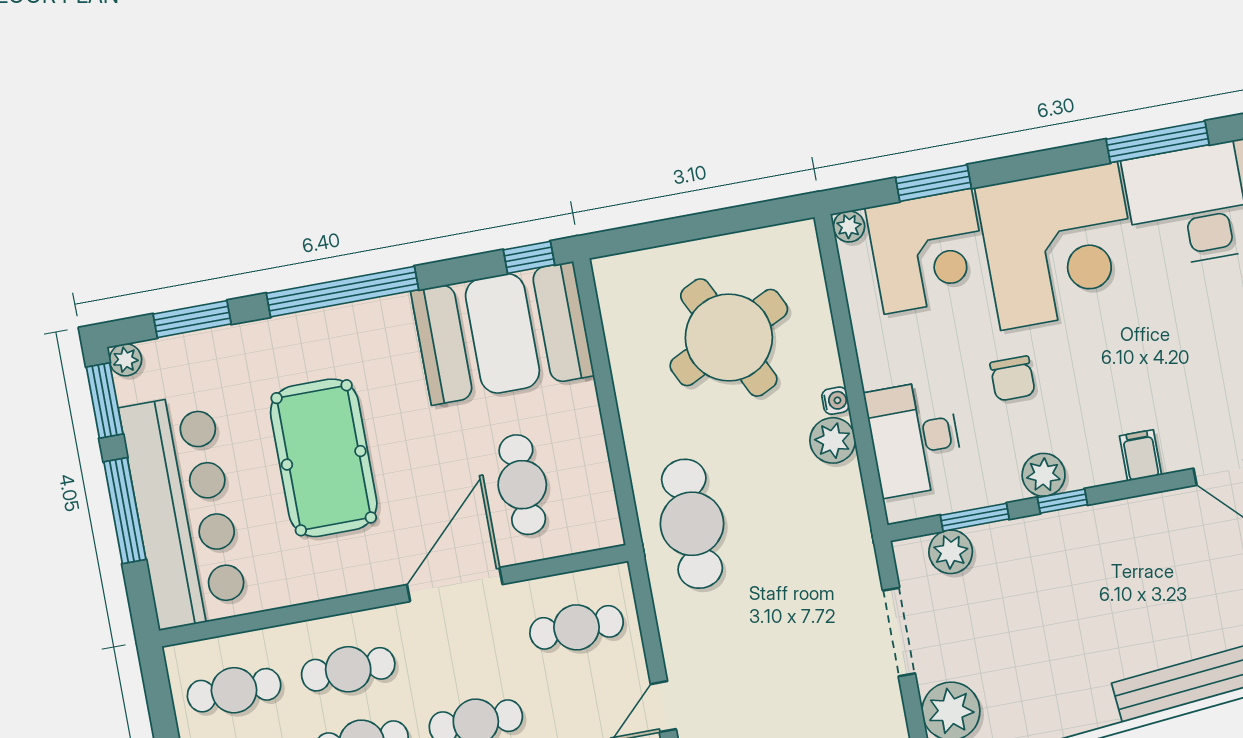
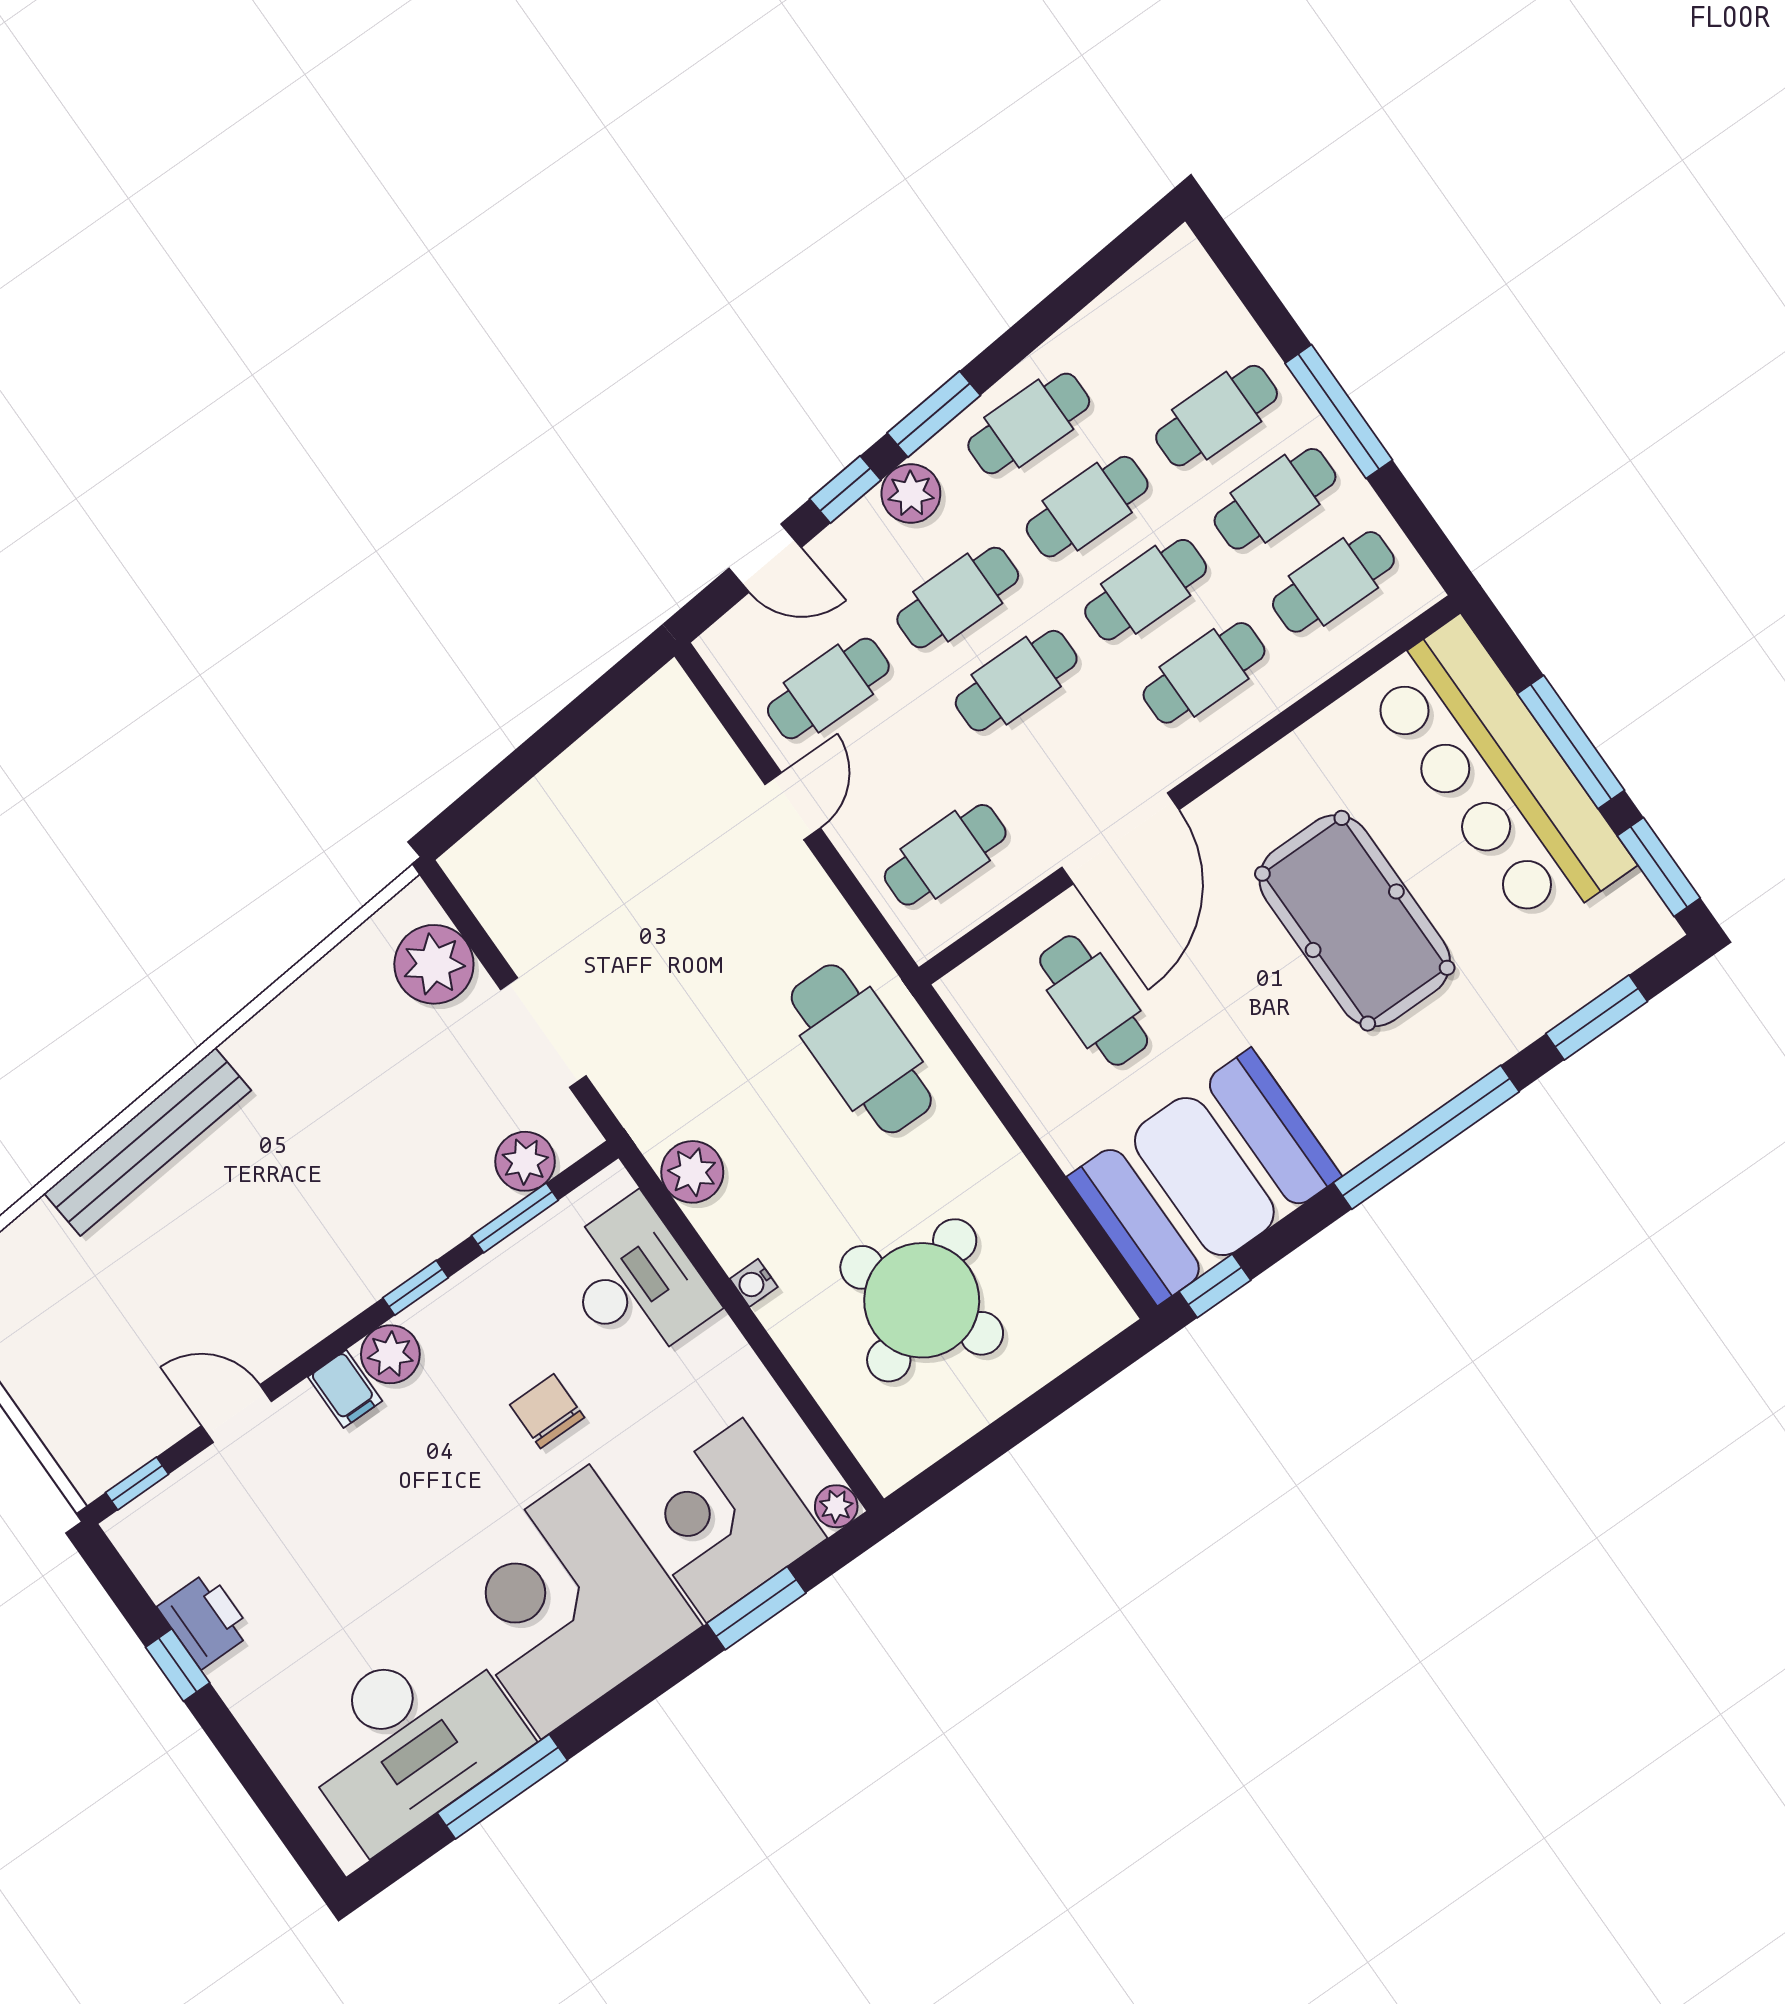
plant: (125, 360) -> (1656, 929), removed
plant: (833, 440) -> (692, 1172), moved
plant: (1044, 475) -> (390, 1354), moved

